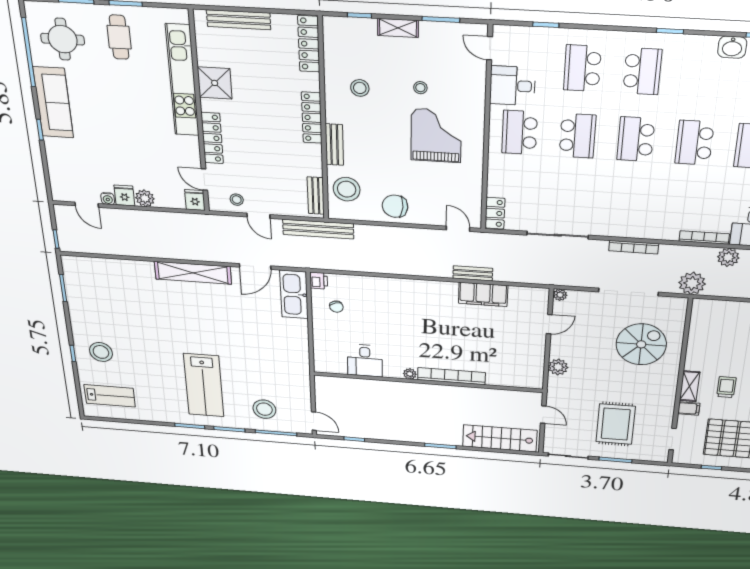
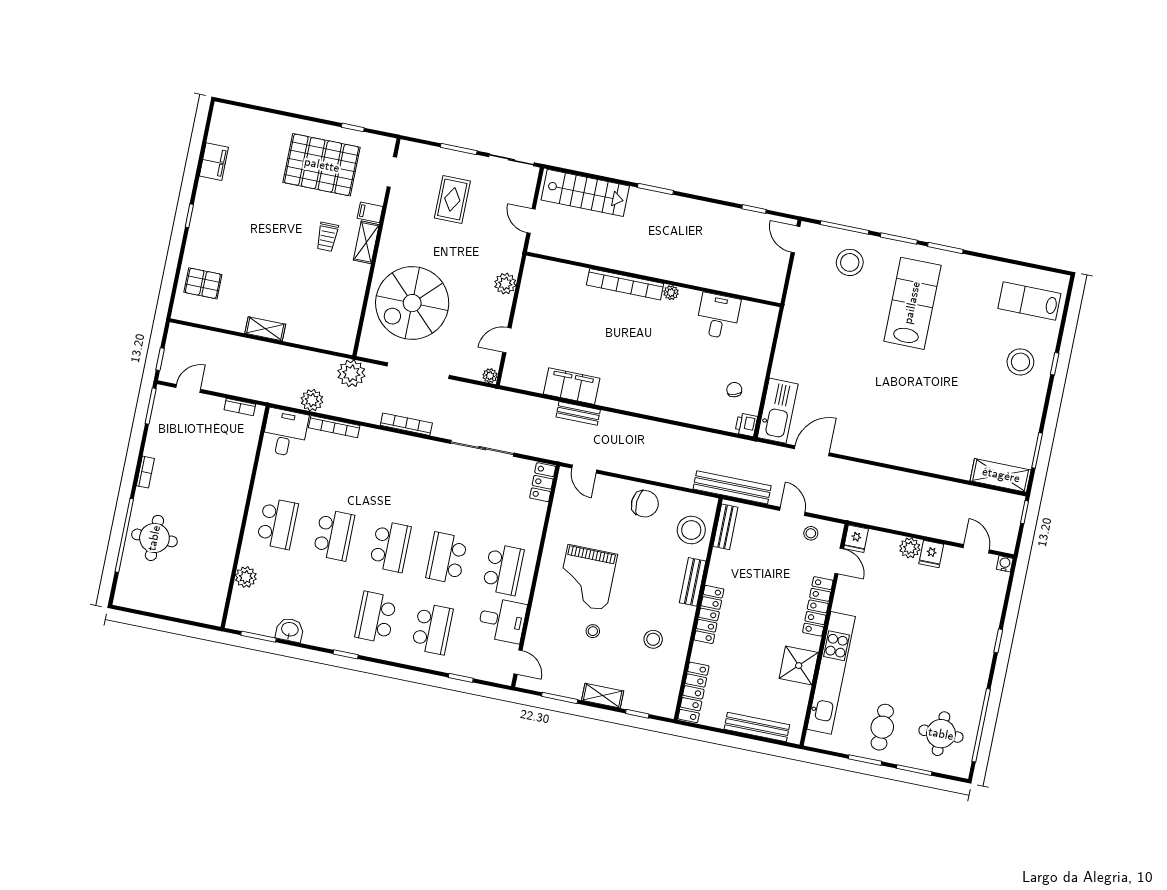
sofa: (53, 102) -> (974, 669), removed
water cooler: (108, 199) -> (1005, 564), moved
shelving: (193, 273) -> (1001, 475), moved, width x0.68
spiral stairs: (641, 344) -> (412, 303), width x1.37, depth x1.37
rug: (616, 424) -> (452, 199), width x0.73, depth x0.70

